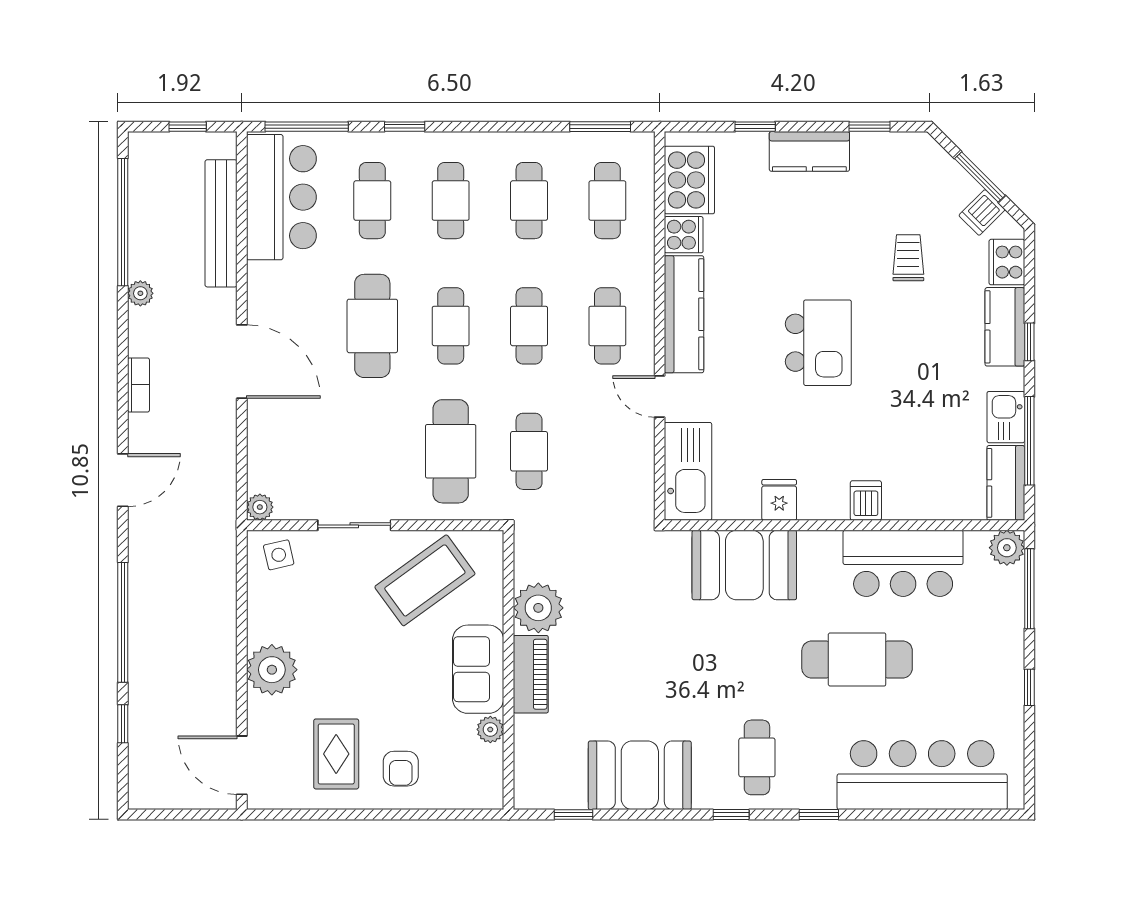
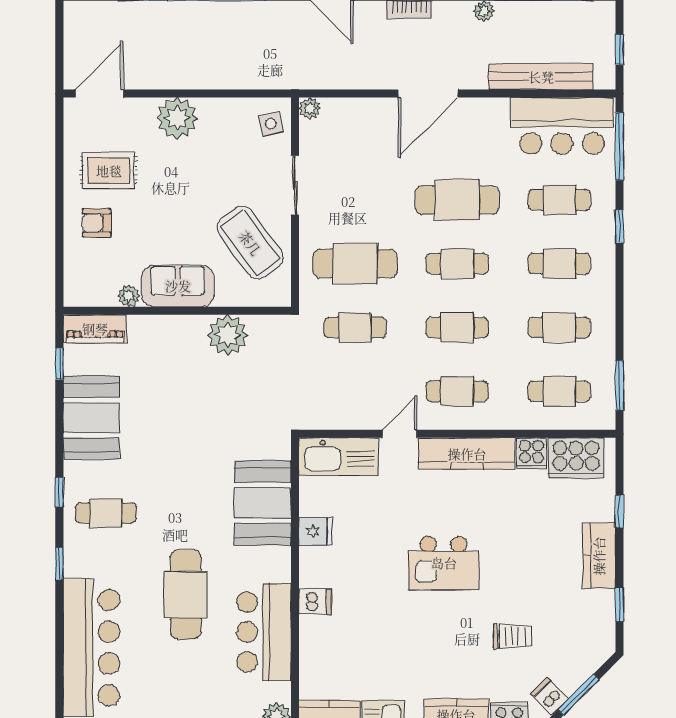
piano: (531, 674) -> (95, 329), moved

